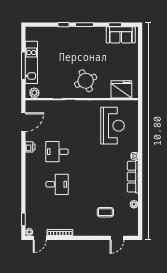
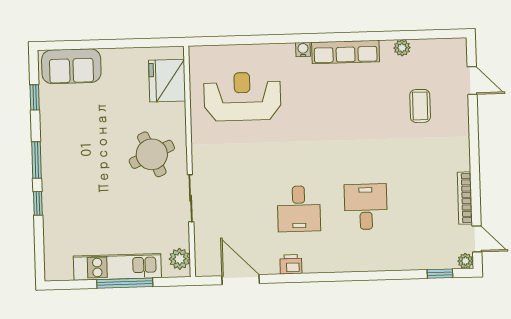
sofa: (121, 35) -> (71, 66), moved, turned 90

